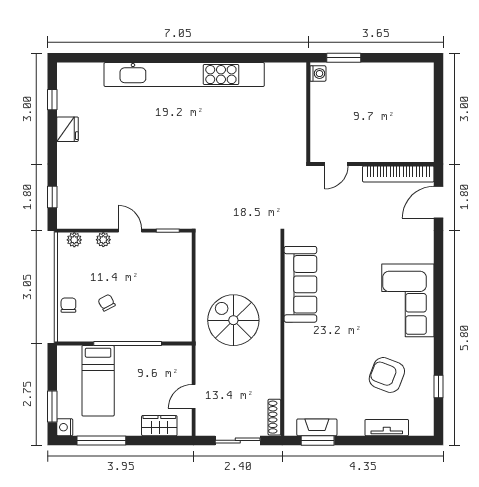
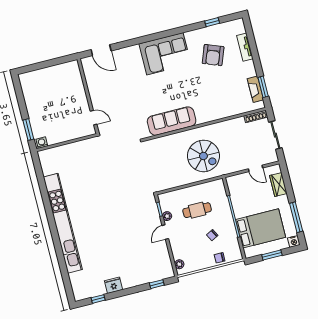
bookcase: (398, 174) -> (90, 79), removed
plant: (103, 240) -> (167, 216), moved
cafe table: (152, 289) -> (197, 210), added
spiral stairs: (233, 320) -> (203, 156), turned -90
bed: (98, 381) -> (261, 228), width x1.50
window: (52, 406) -> (272, 255), moved

